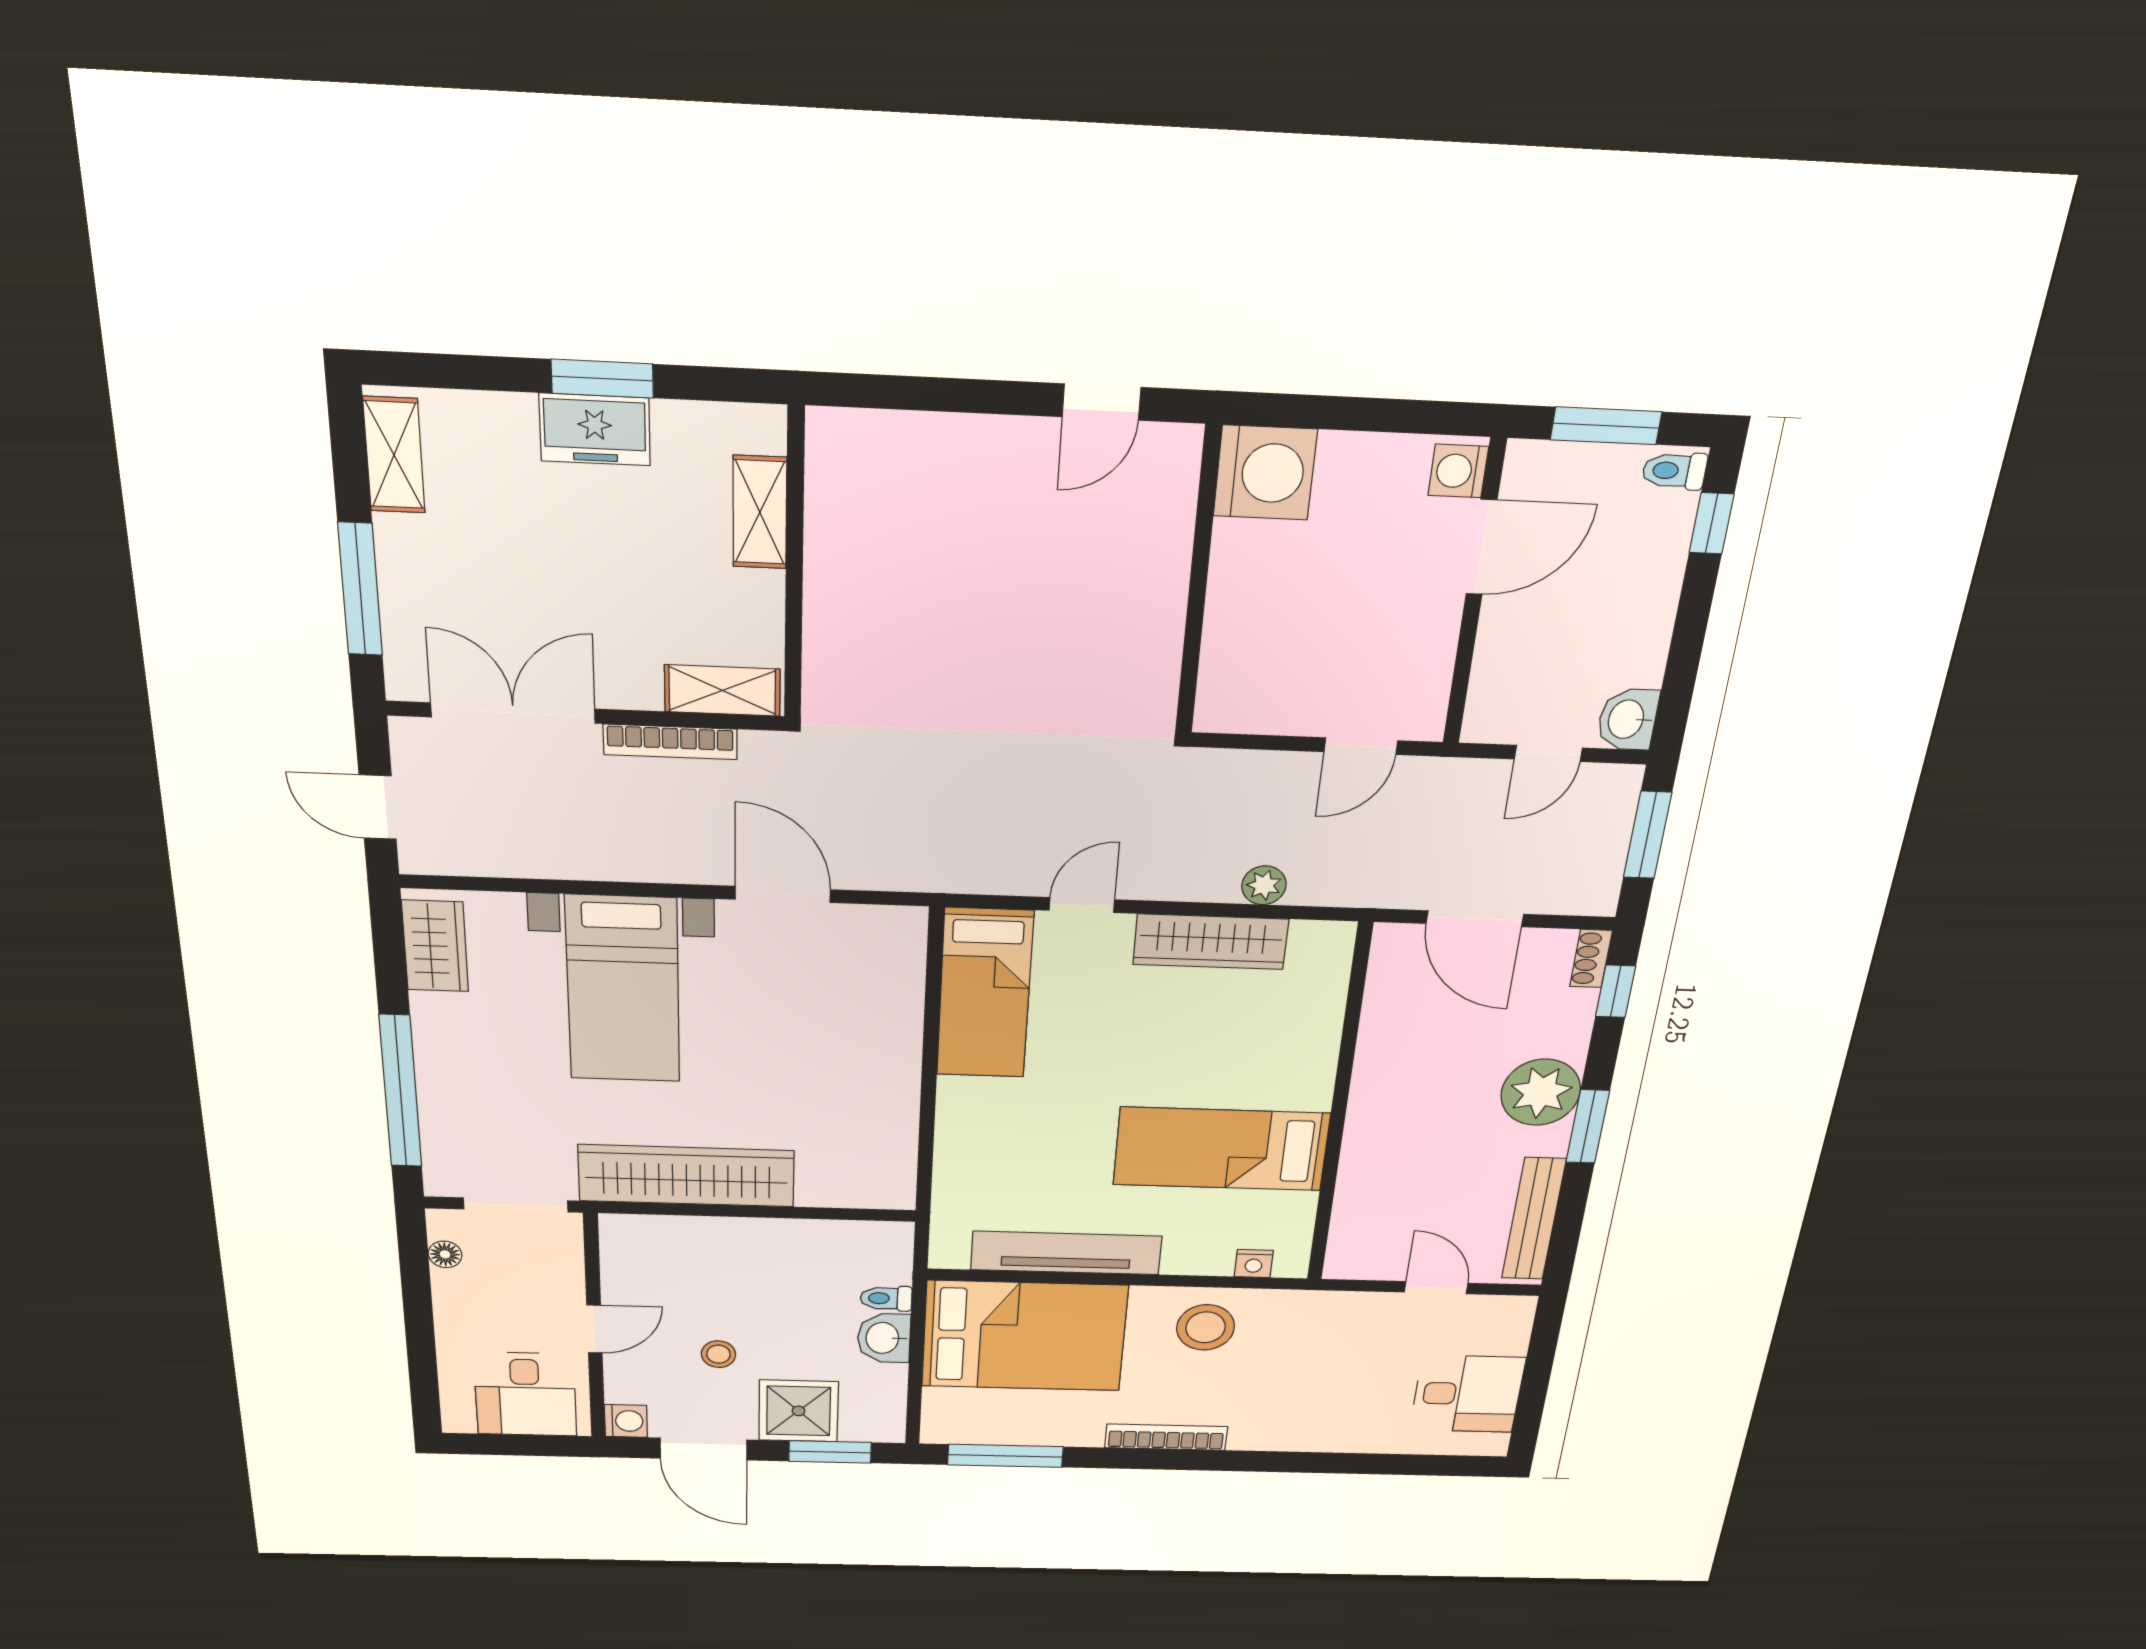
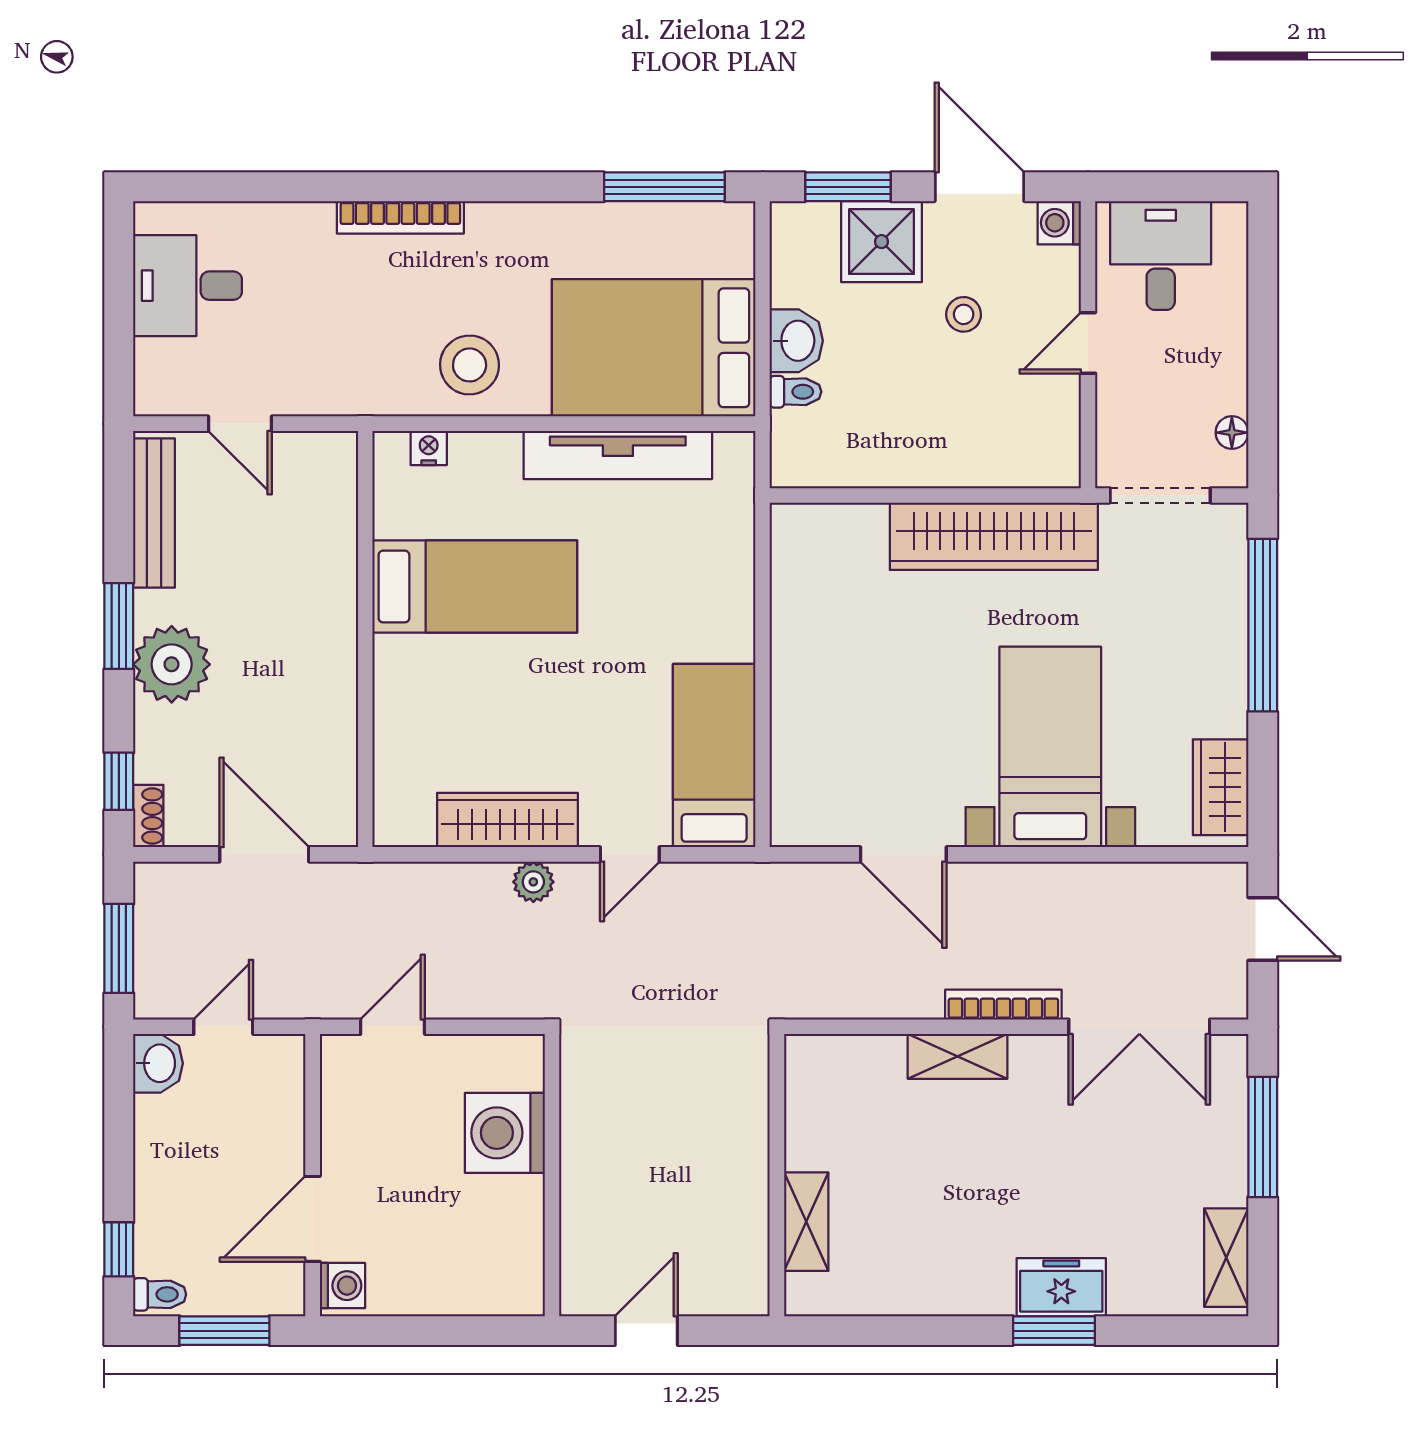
washing machine: (1265, 473) -> (505, 1133), moved
shelving: (760, 512) -> (806, 1222), moved
wall: (794, 566) -> (777, 1175), moved
plant: (1264, 885) -> (533, 882), moved
bookcase: (1166, 1437) -> (400, 217), moved

